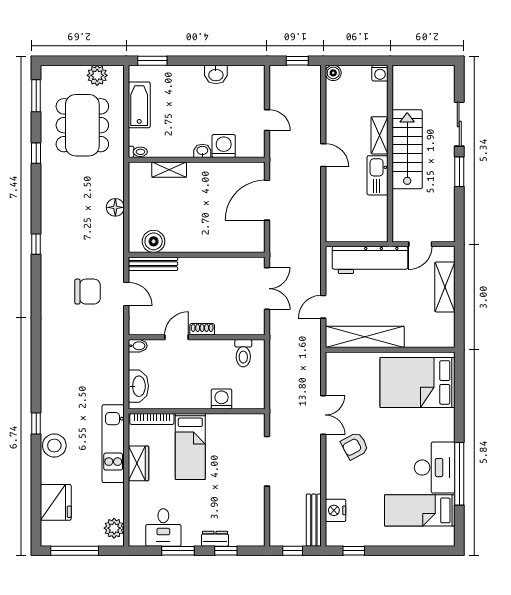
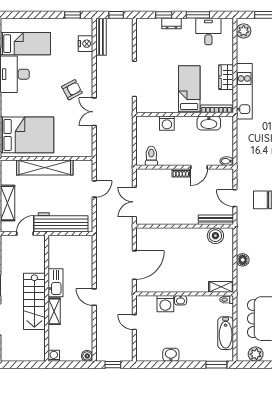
shelving: (169, 170) -> (221, 287), moved
shelving: (365, 337) -> (45, 168), moved
washbasin: (138, 386) -> (209, 123), moved, turned -90

